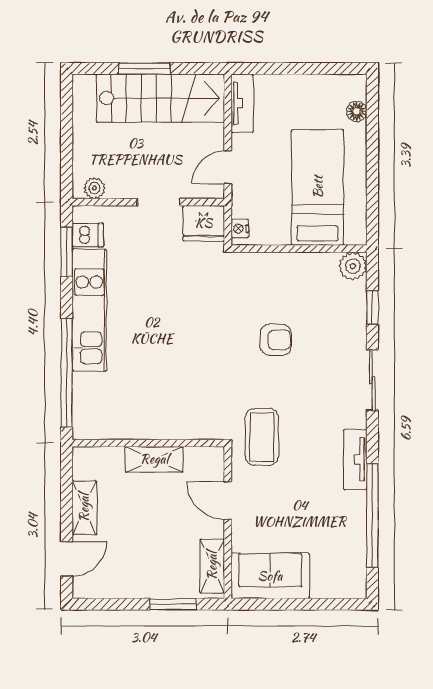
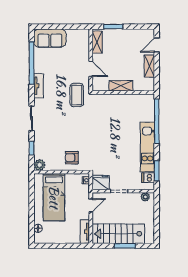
armchair: (276, 340) -> (72, 158), moved
sofa: (270, 576) -> (50, 38), moved

